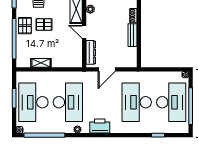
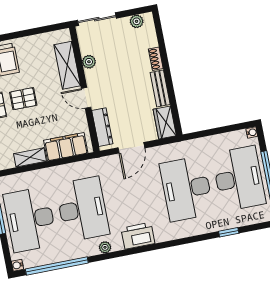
wardrobe: (131, 57) -> (165, 122), added
filing cabinet: (65, 60) -> (66, 147), added

